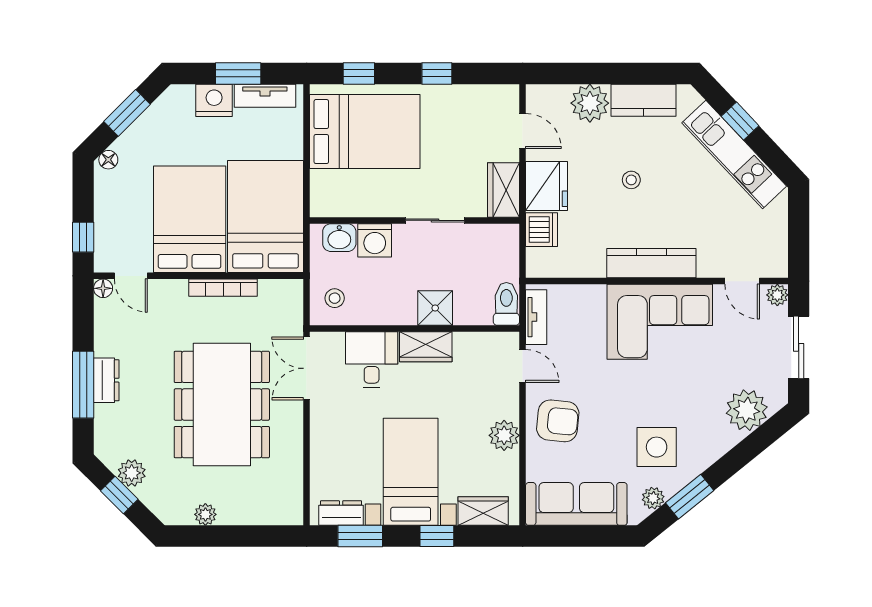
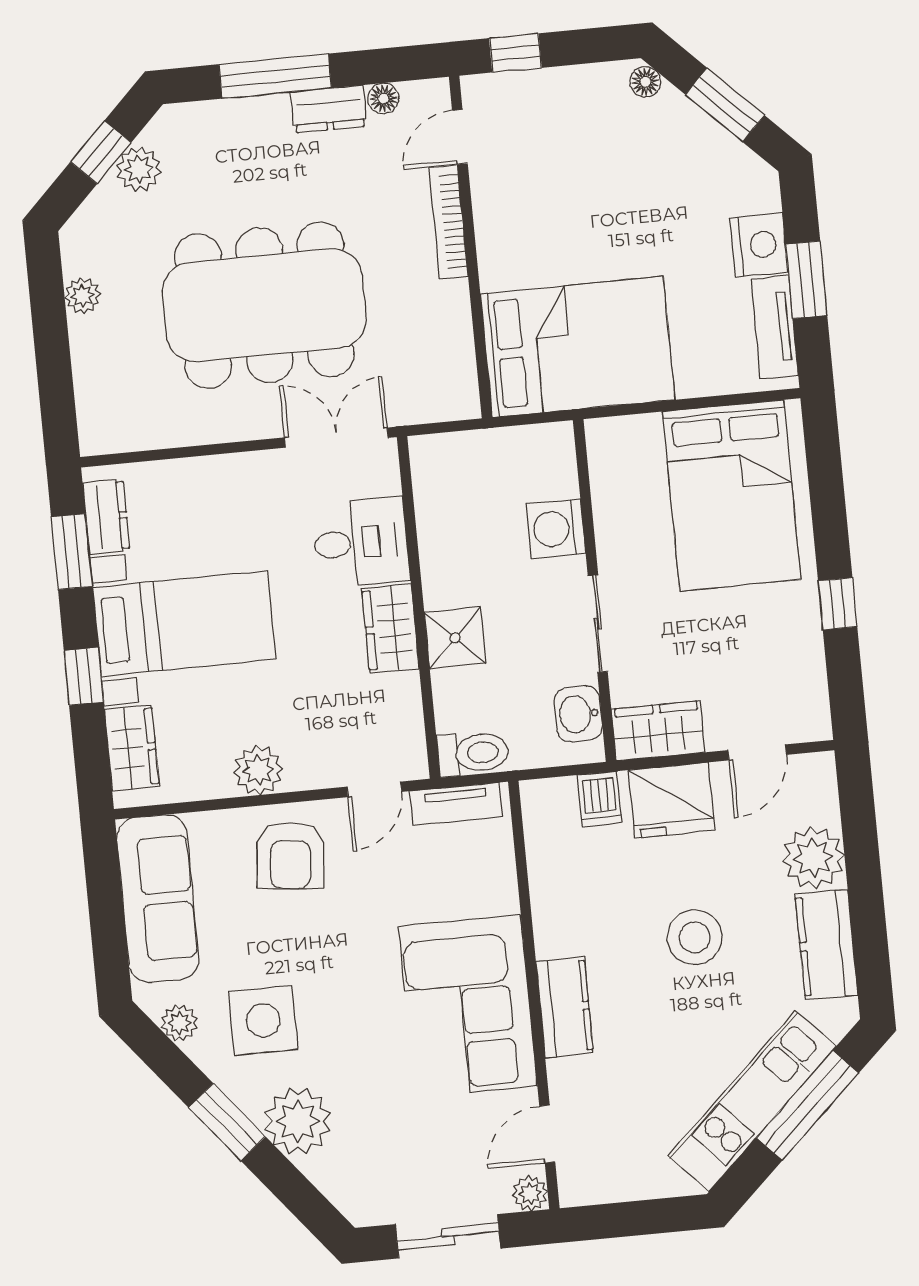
window: (359, 73) -> (825, 477), removed
window: (740, 121) -> (808, 1105), width x2.17
stool: (631, 180) -> (695, 937), width x1.89, depth x1.89
bed: (190, 219) -> (561, 224), removed
dishwasher: (542, 230) -> (600, 799), width x0.73
washbasin: (339, 238) -> (578, 714), moved
kitchen counter: (651, 263) -> (565, 1007), width x0.67
floor lamp: (103, 288) -> (383, 98), moved
bookcase: (223, 288) -> (449, 222), moved
stool: (335, 298) -> (455, 472), removed
dresser: (106, 380) -> (329, 109), moved
plant: (747, 410) -> (298, 1121), moved
window: (690, 497) -> (227, 1122), moved

